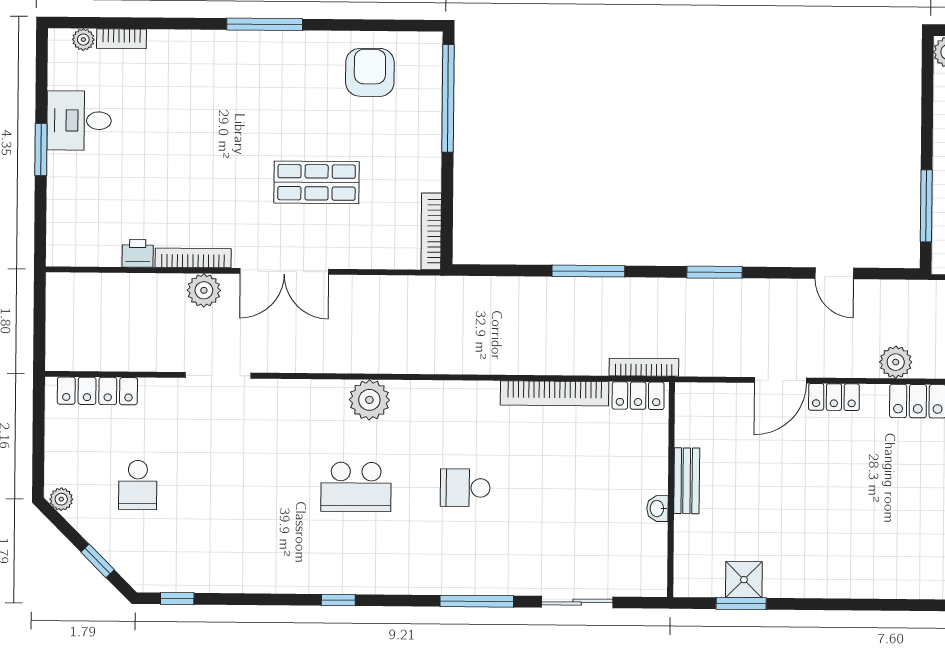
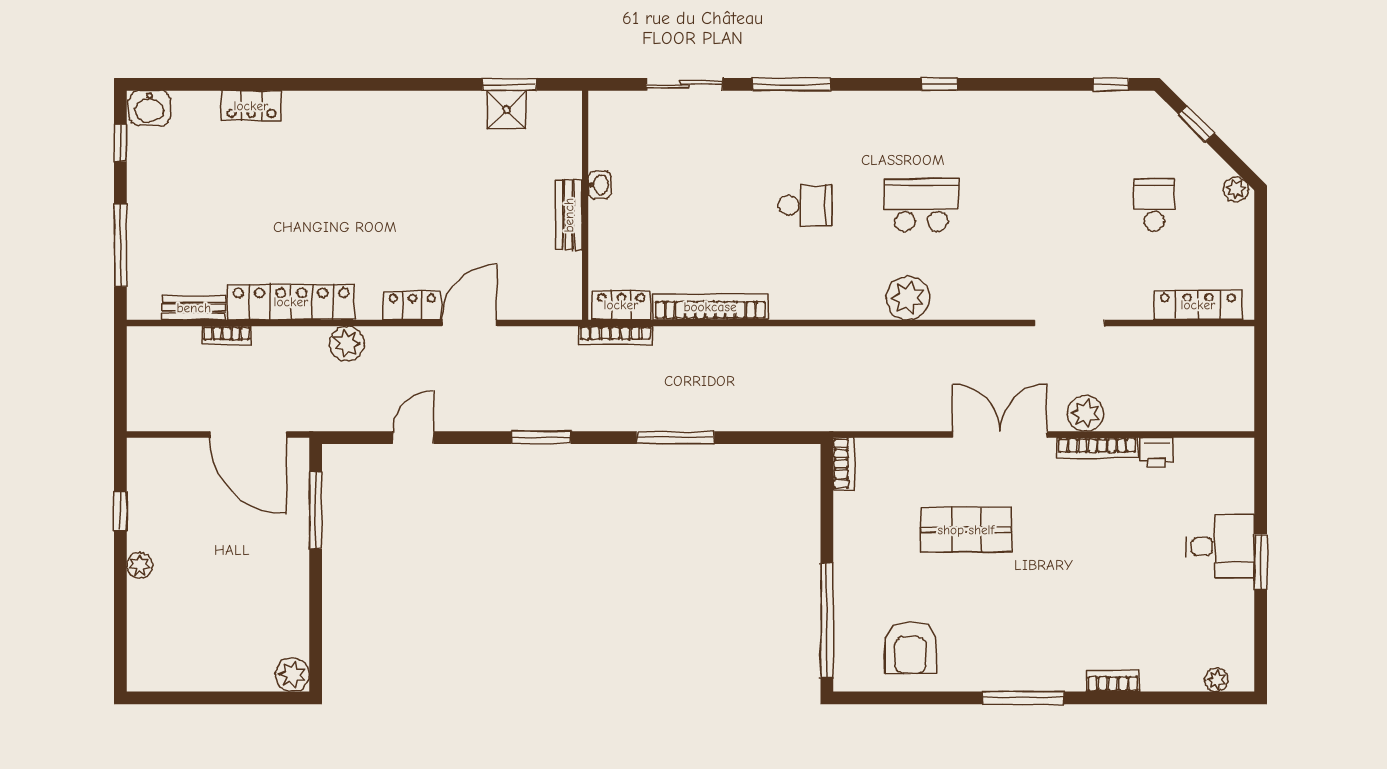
bookcase: (121, 39) -> (1113, 681), moved
desk: (79, 121) -> (1220, 546), moved
bookcase: (431, 231) -> (844, 464), width x0.64
door: (834, 273) -> (413, 438), hinge flipped

